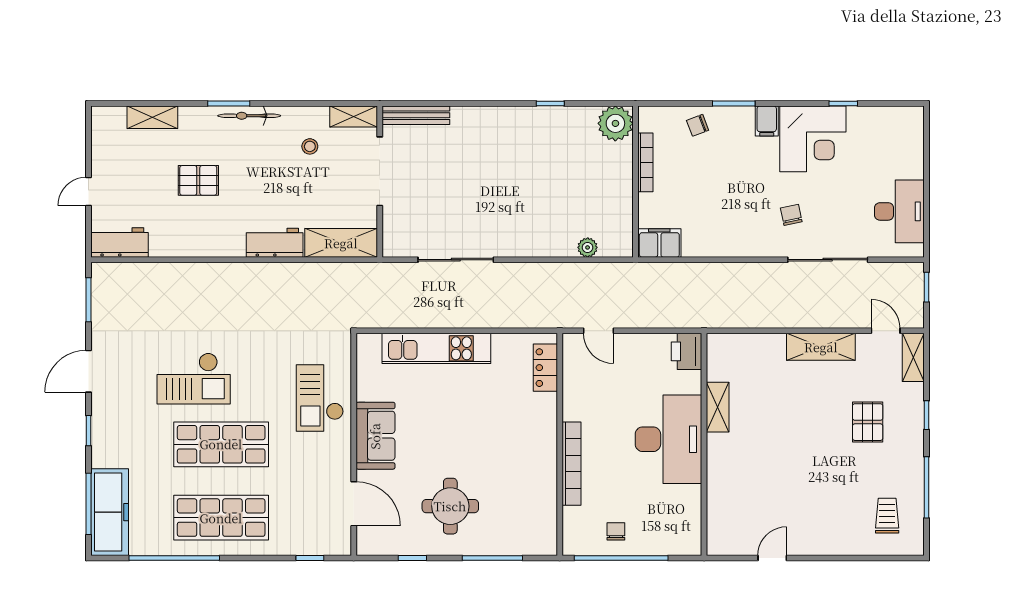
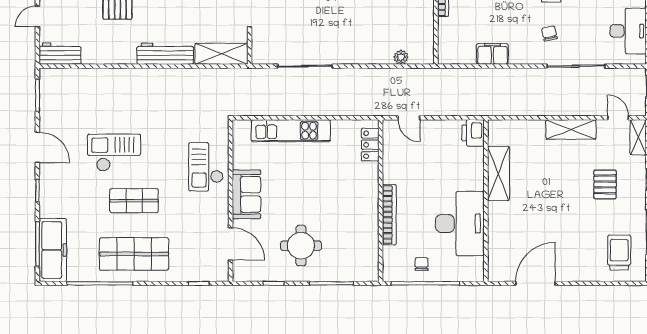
workbench: (275, 243) -> (165, 54), width x1.38
filing cabinet: (659, 243) -> (492, 54), moved
door: (89, 371) -> (37, 147), swing flipped
checkout: (194, 378) -> (114, 153), turned 180
shelving: (718, 407) -> (498, 174), width x1.50, depth x1.33
desk: (669, 439) -> (460, 224), moved
shop shelf: (221, 444) -> (134, 201), width x0.70, depth x0.74
trolley: (887, 516) -> (619, 253), width x1.36, depth x1.39
door: (772, 558) -> (536, 283), width x1.88

